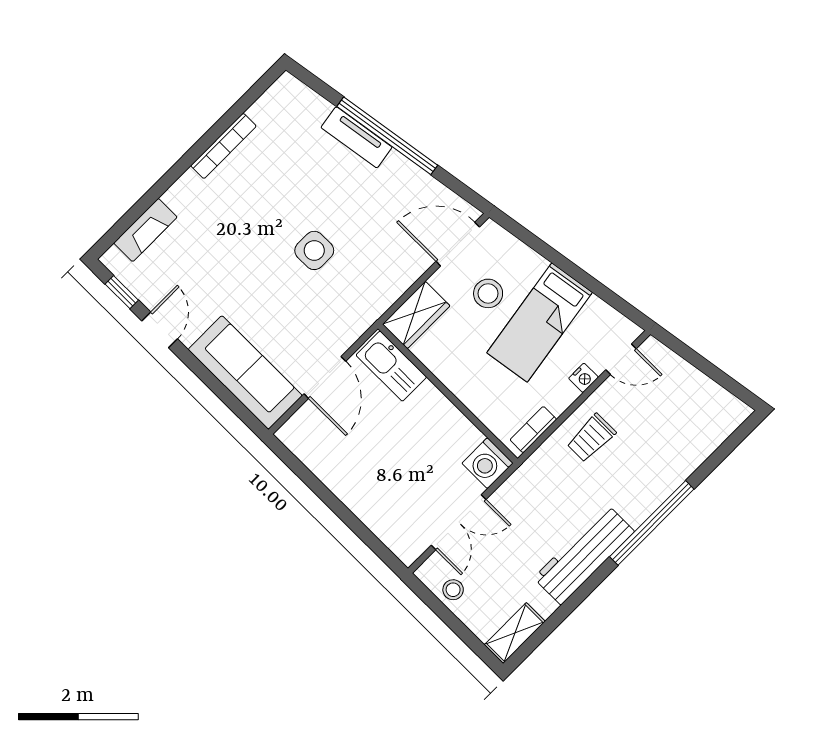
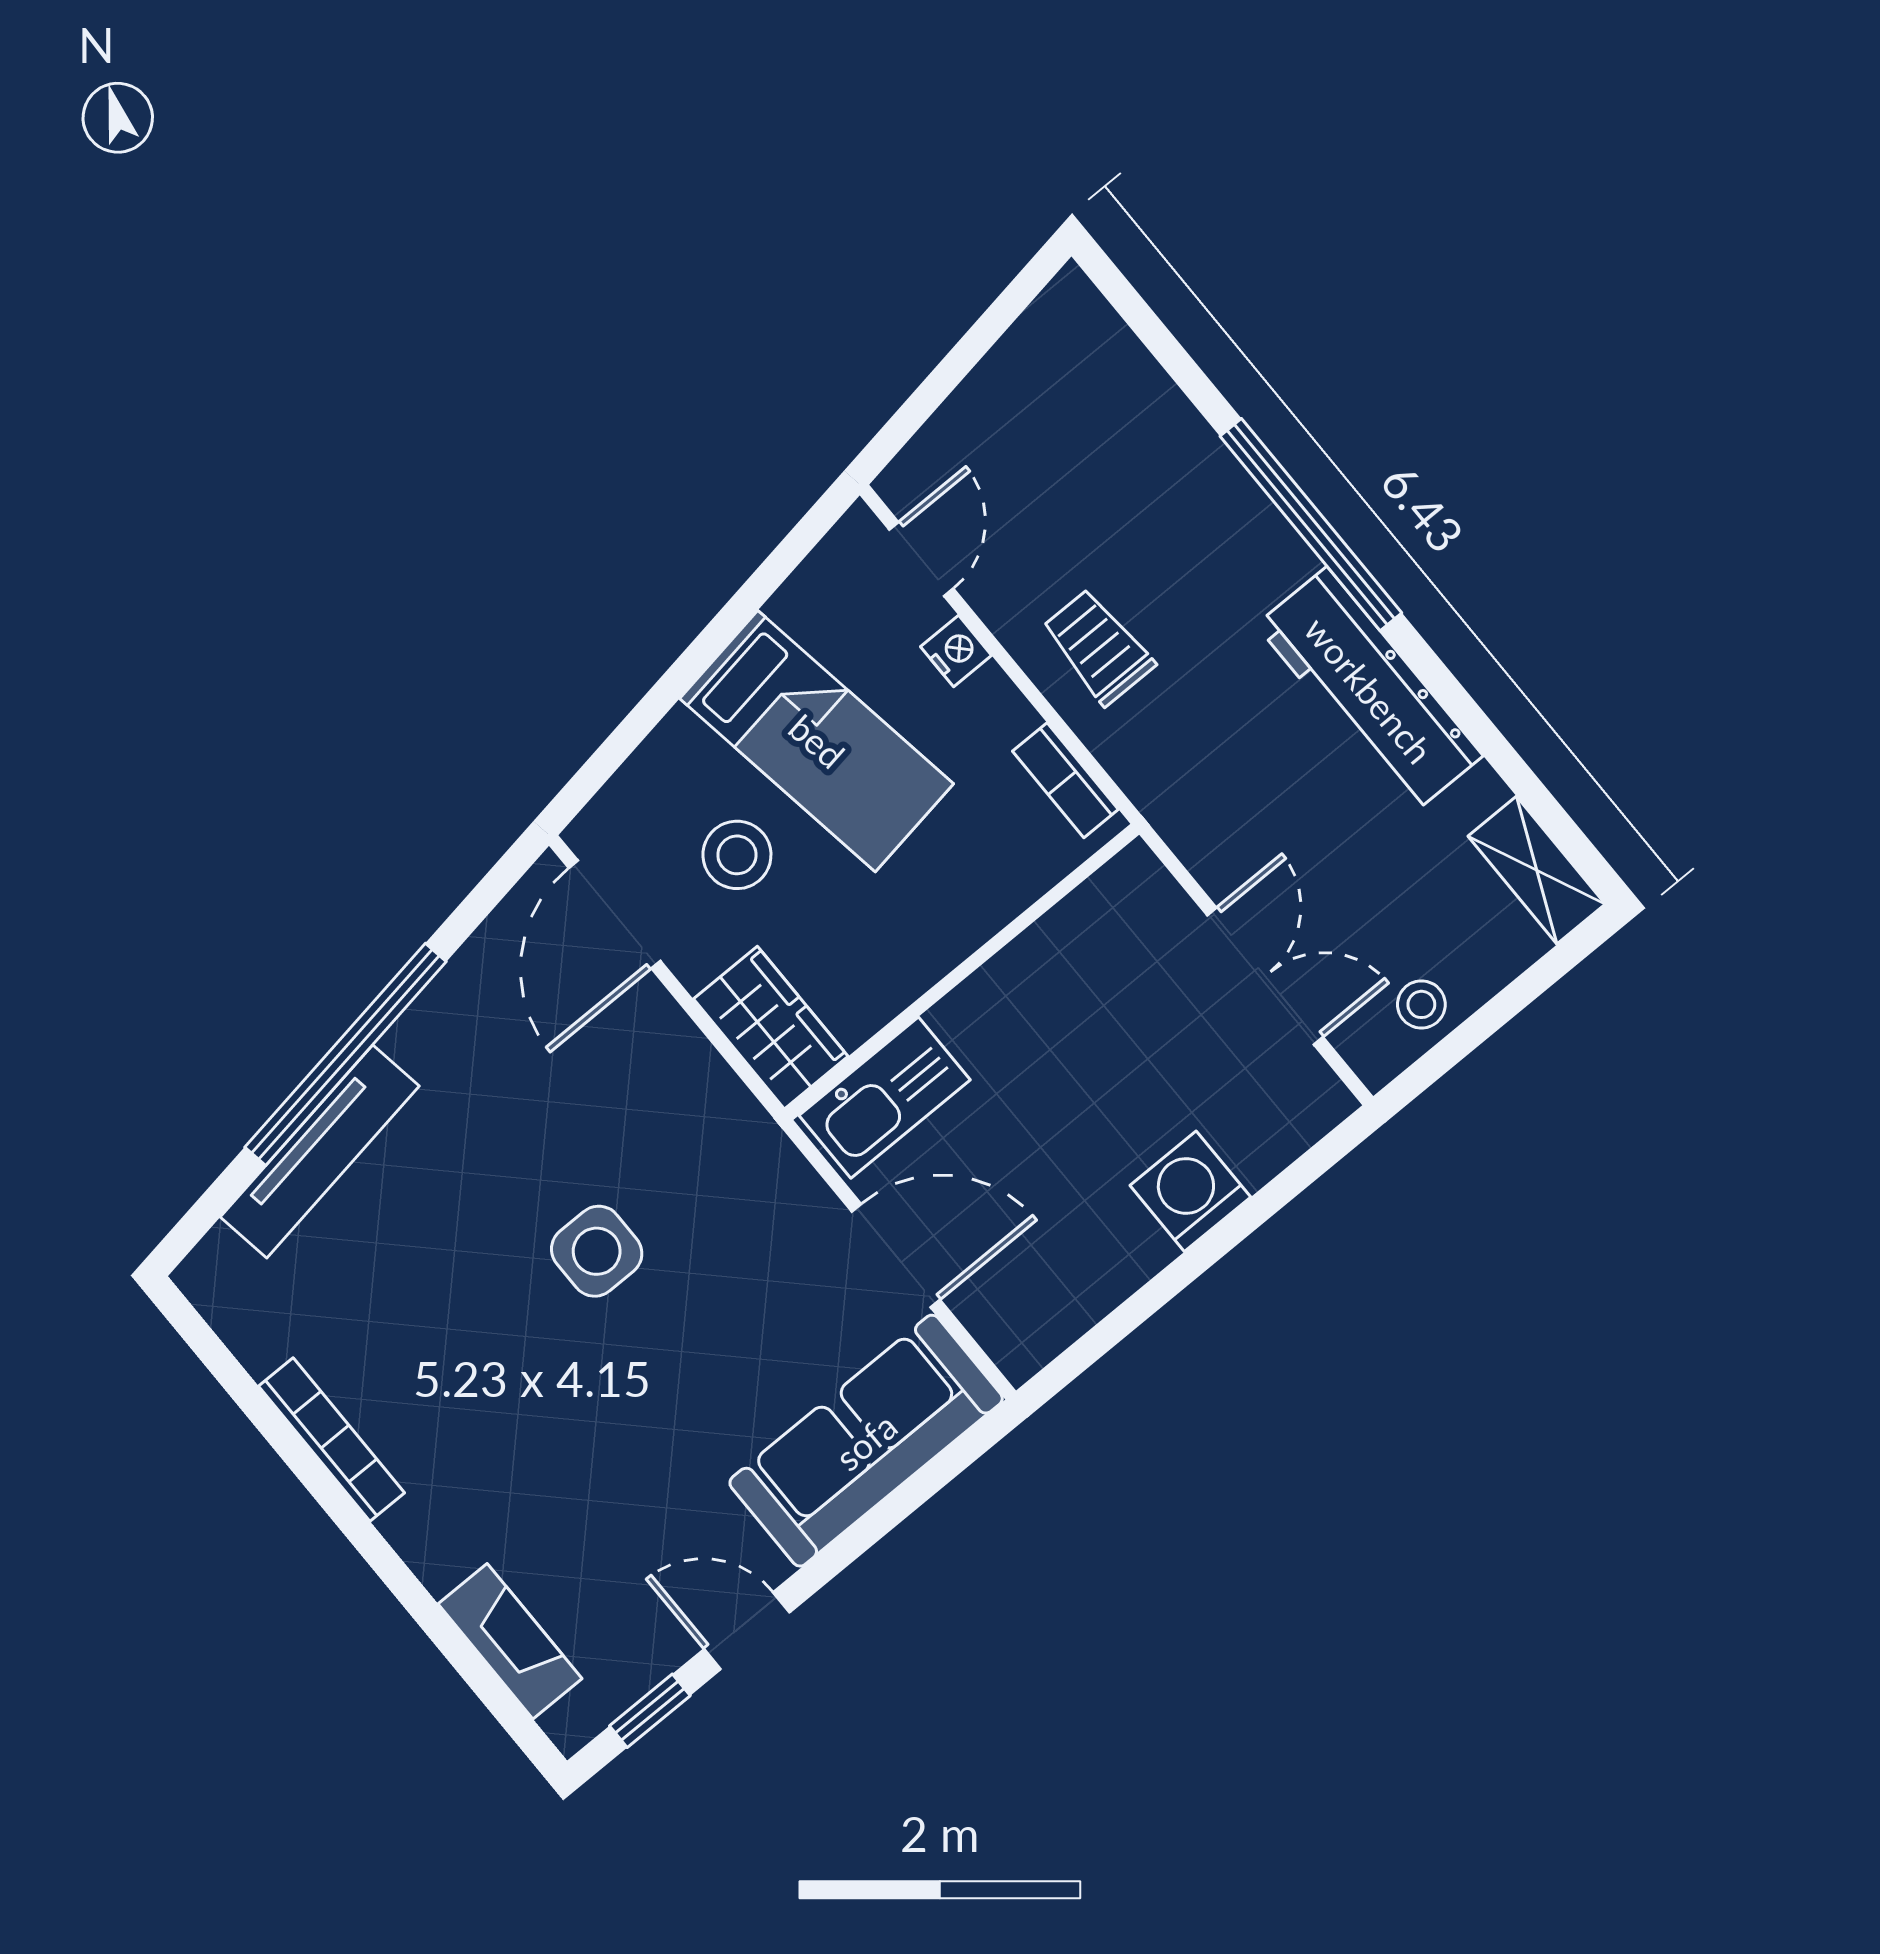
tv unit: (357, 137) -> (320, 1151), width x1.41
trolley: (591, 438) -> (1098, 647), turned 180
washing machine: (487, 463) -> (1190, 1191), moved, turned 180

